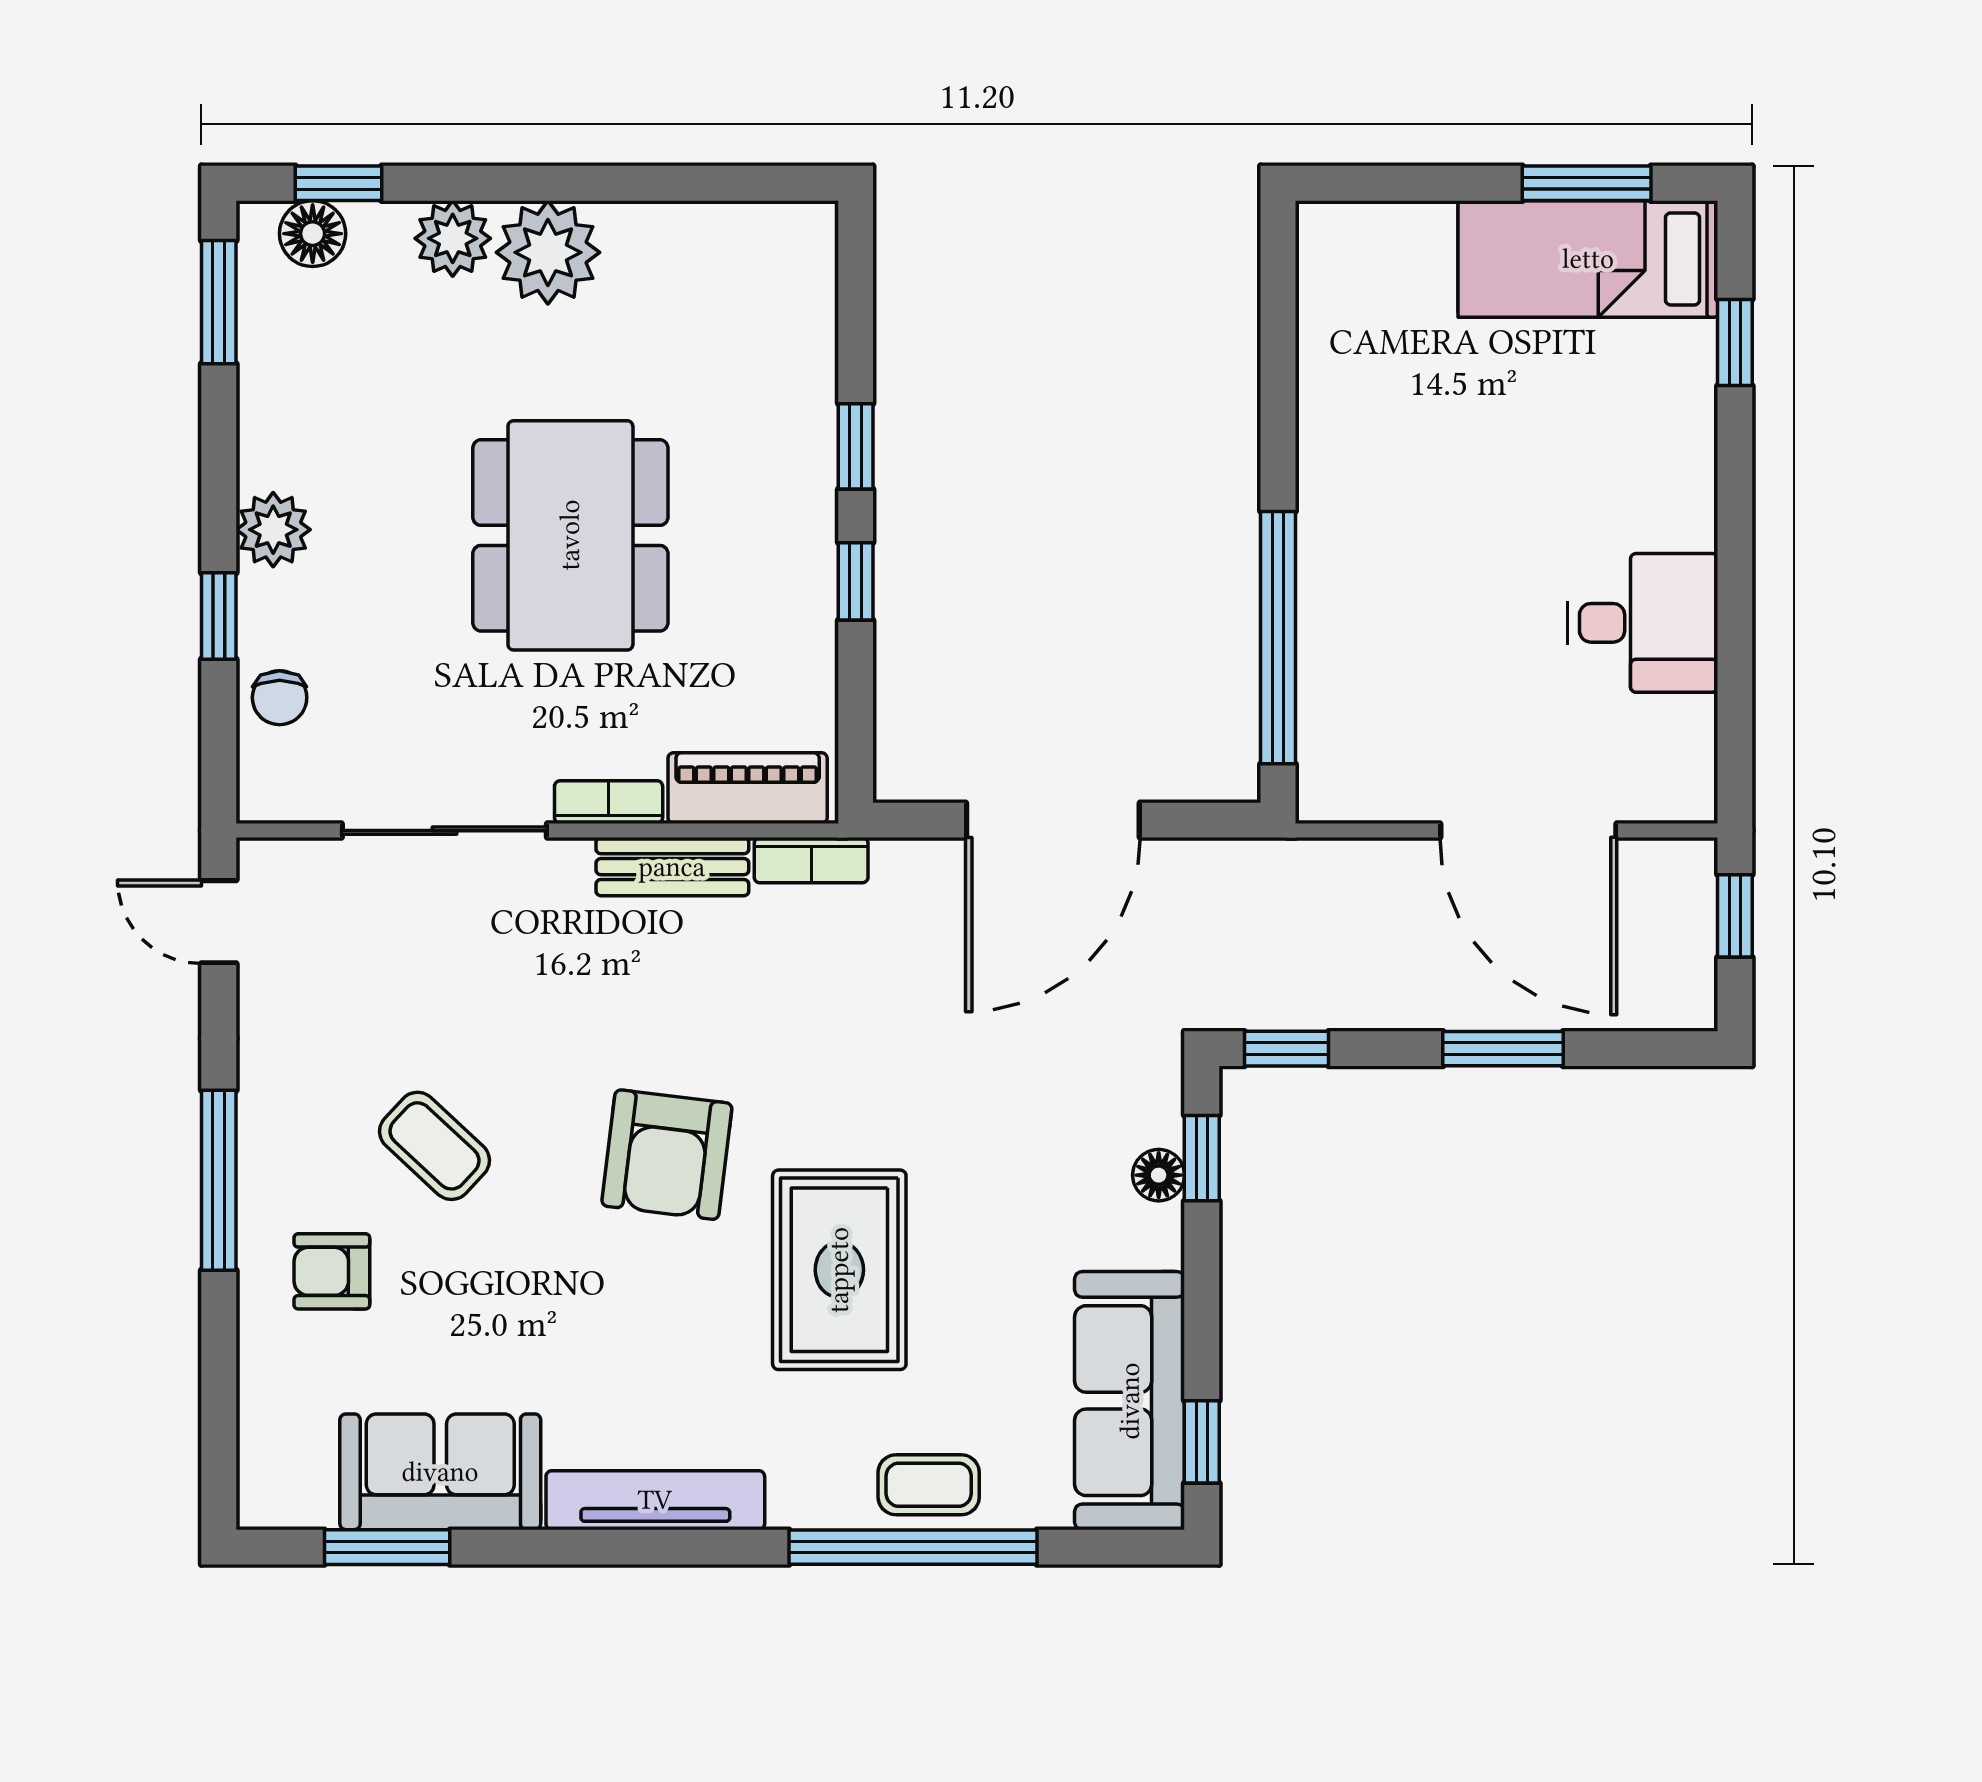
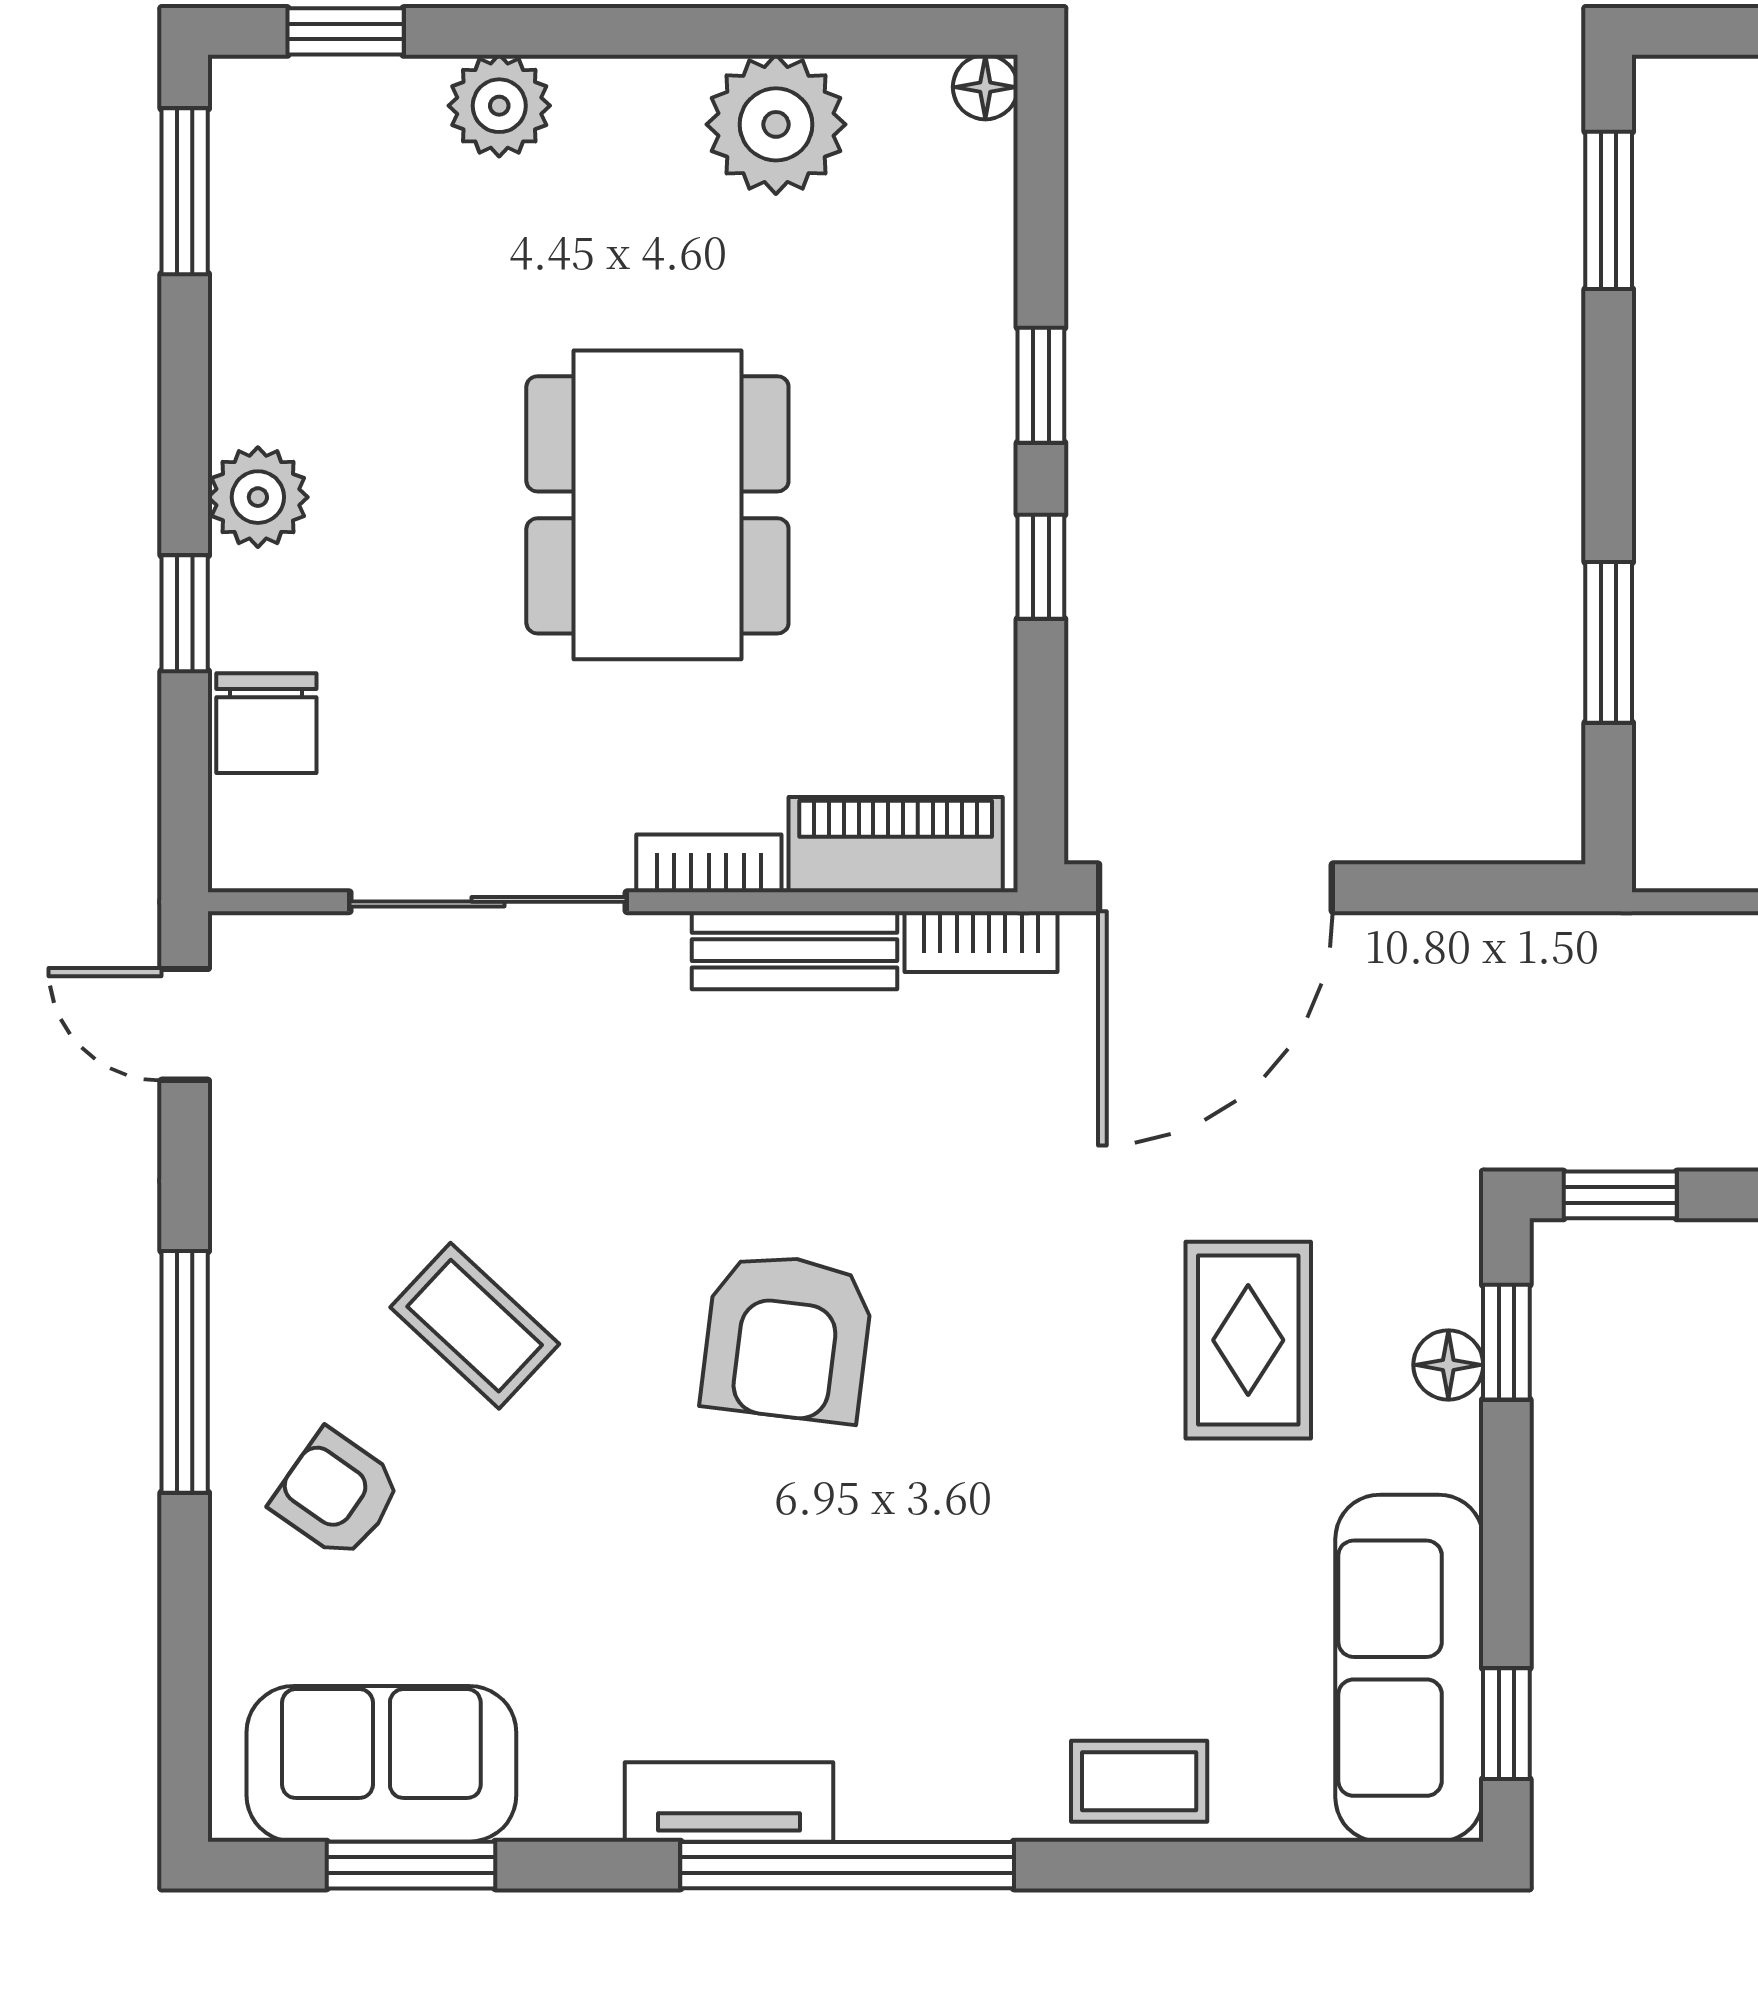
floor lamp: (313, 234) -> (985, 87), moved, width x0.73, depth x0.73
plant: (548, 252) -> (776, 124), moved
window: (1278, 316) -> (1609, 210), added
window: (1278, 638) -> (1609, 642), width x0.47
chair: (280, 698) -> (266, 723), width x1.37, depth x1.37
door: (1053, 820) -> (1215, 888), moved
rug: (839, 1270) -> (1248, 1340), moved, width x0.73, depth x0.70
armchair: (332, 1271) -> (337, 1494), turned 35
sofa: (440, 1472) -> (381, 1764), moved
tv unit: (655, 1500) -> (729, 1802), width x0.71
window: (913, 1547) -> (847, 1865), moved

